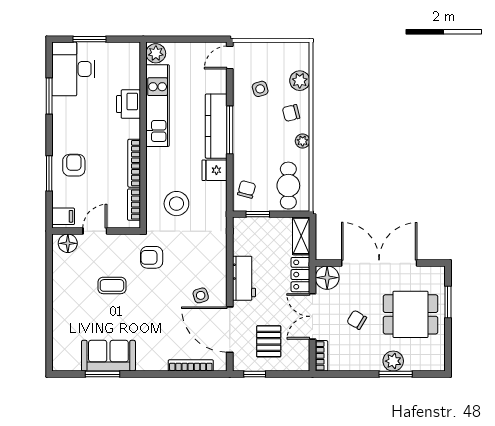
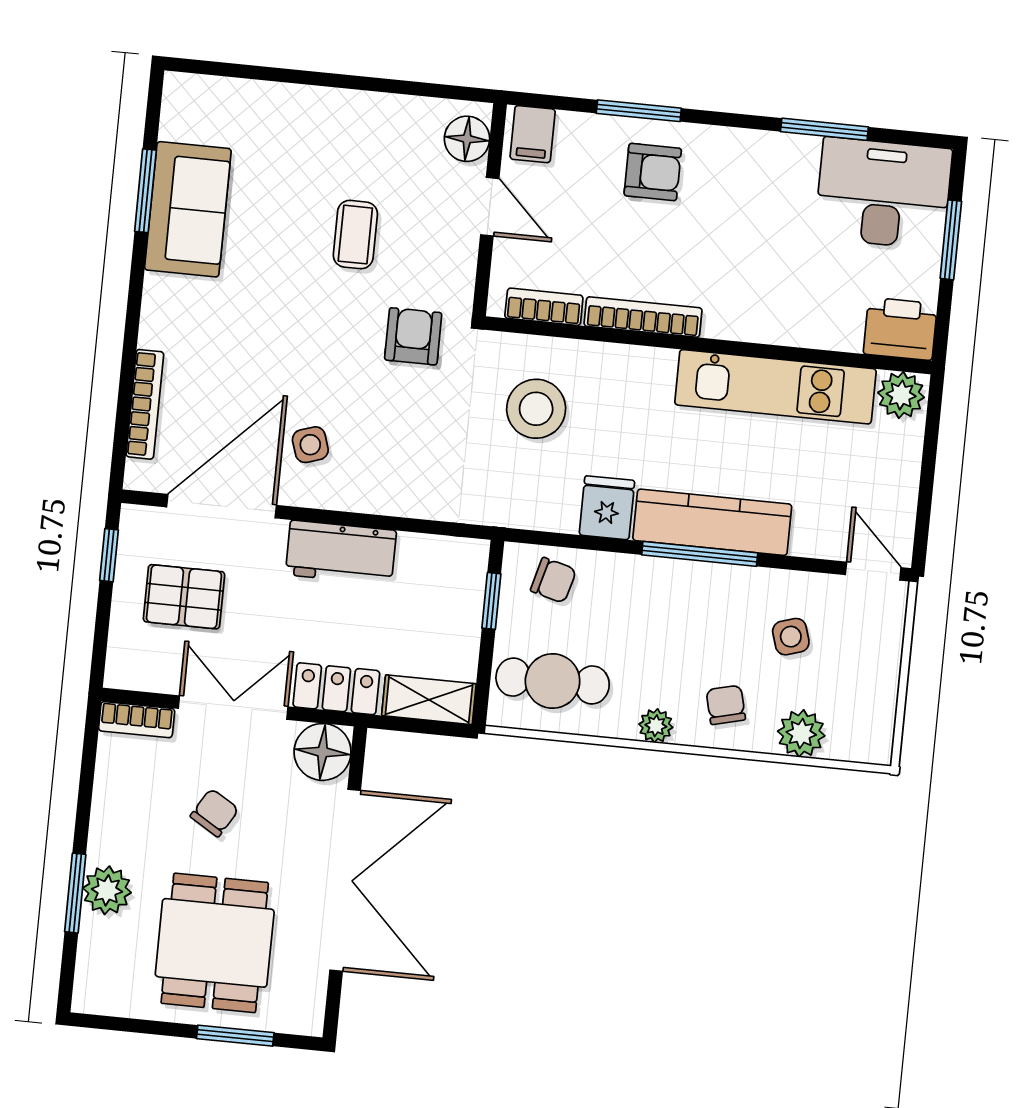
printer: (128, 104) -> (900, 329), moved

